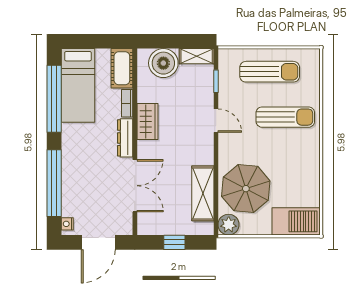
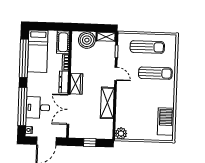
wardrobe: (147, 121) -> (76, 84), moved
desk: (82, 184) -> (38, 108), added
double door: (135, 186) -> (68, 109), swing flipped
parasol: (246, 189) -> (132, 113), removed
shelving: (203, 193) -> (107, 103), moved
barbecue: (296, 221) -> (166, 122), moved, turned -90

